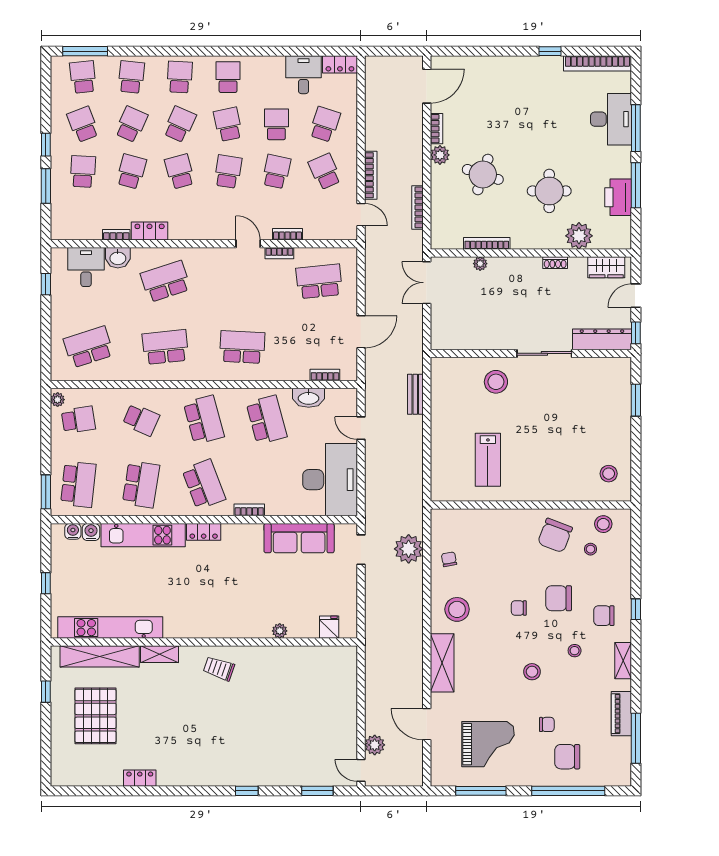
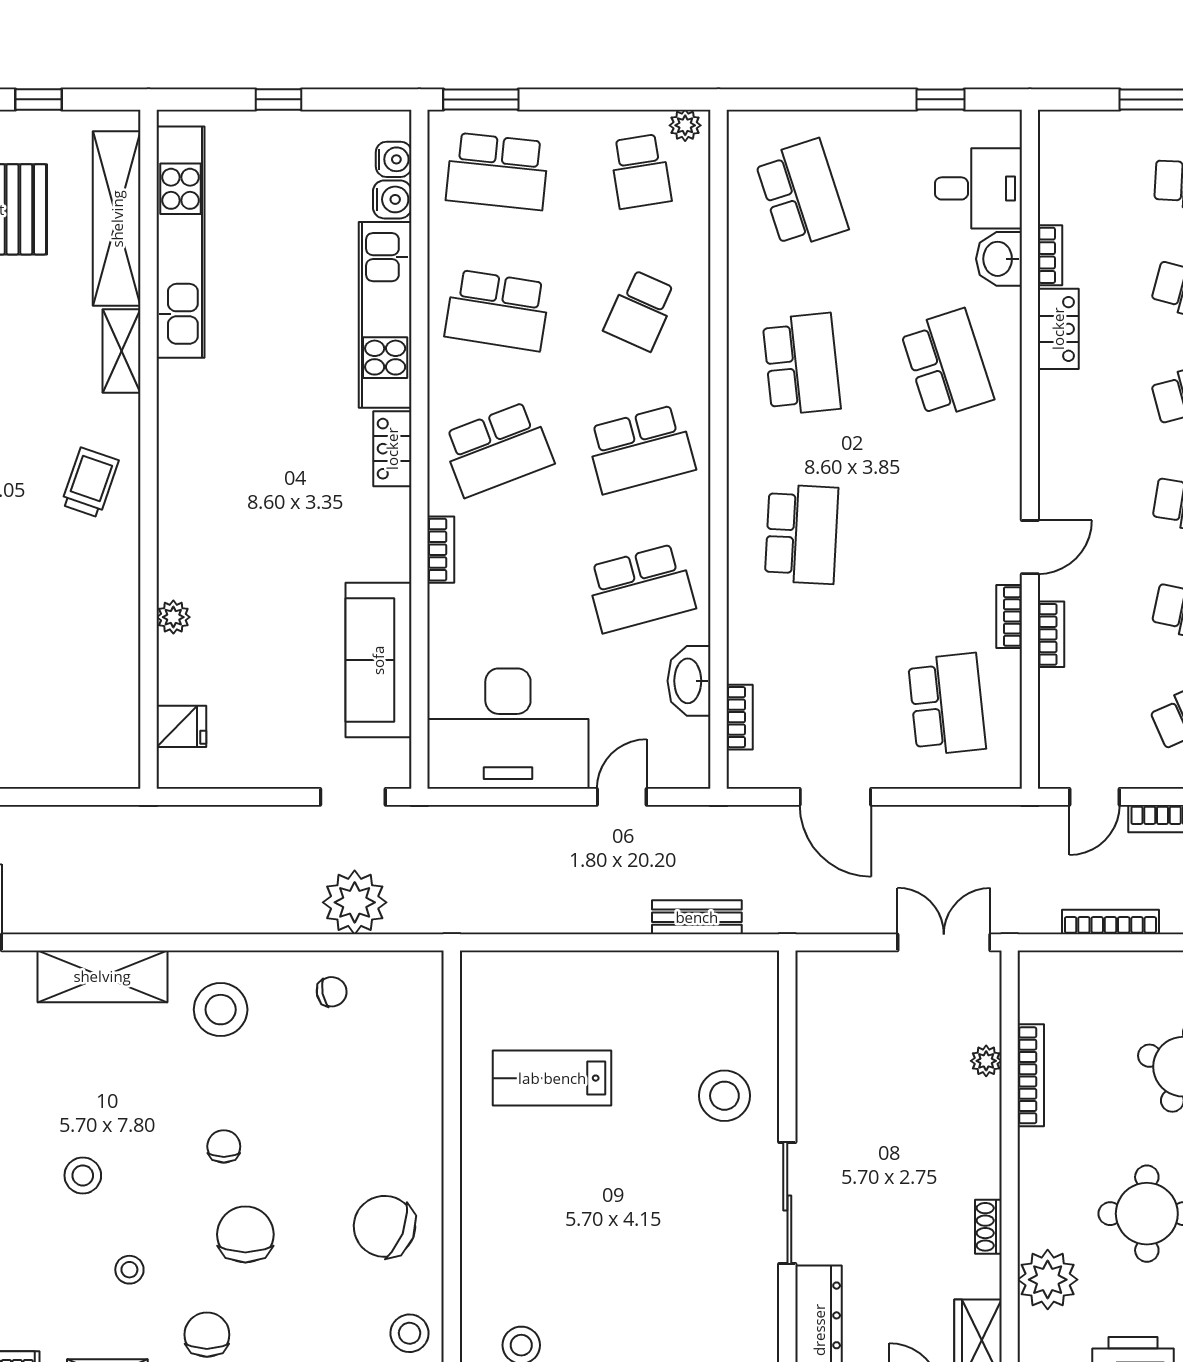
stool: (591, 549) -> (354, 1305), removed

